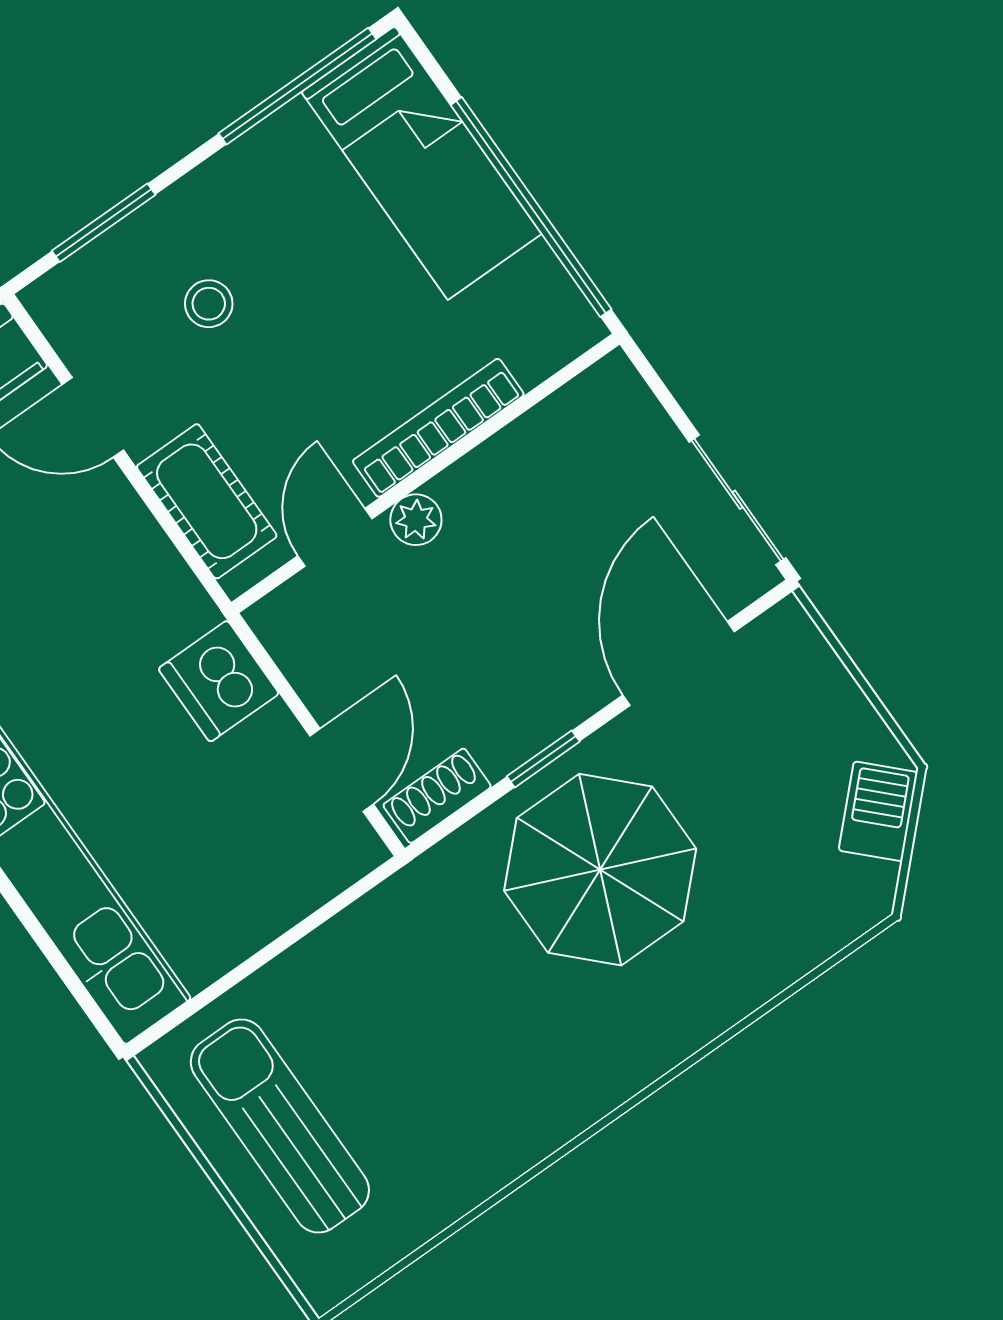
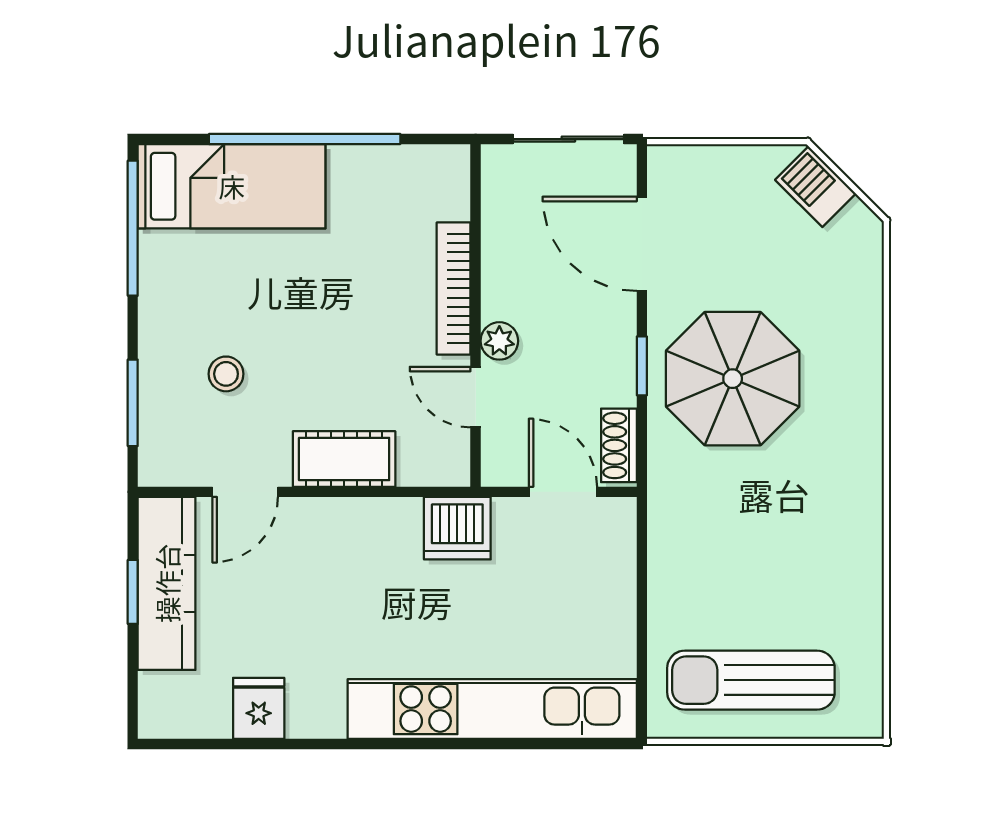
bookcase: (438, 428) -> (454, 288), moved
wall: (426, 473) -> (476, 315), moved
plant: (416, 520) -> (499, 341), moved
door: (335, 537) -> (476, 397), moved

